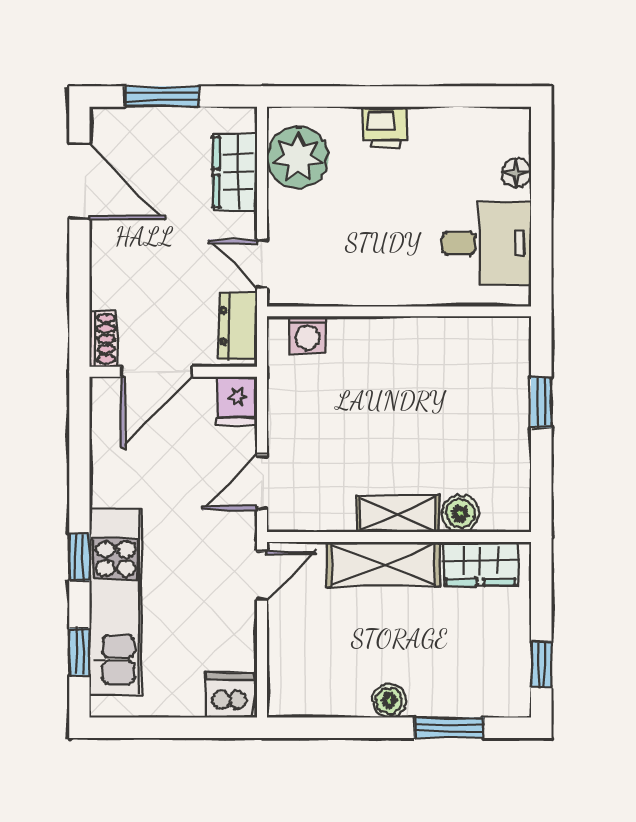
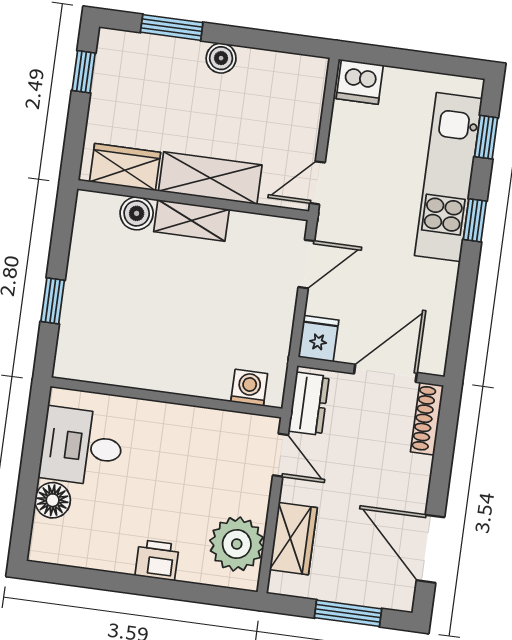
floor lamp: (517, 173) -> (53, 500), width x1.37, depth x1.37
shoe rack: (103, 339) -> (427, 419), width x1.43

